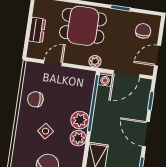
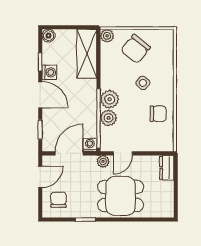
dresser: (37, 30) -> (167, 168), moved
chair: (143, 31) -> (59, 200), turned 180
door: (53, 63) -> (123, 153), moved
plant: (78, 138) -> (109, 118), moved
washing machine: (134, 154) -> (49, 72), added

